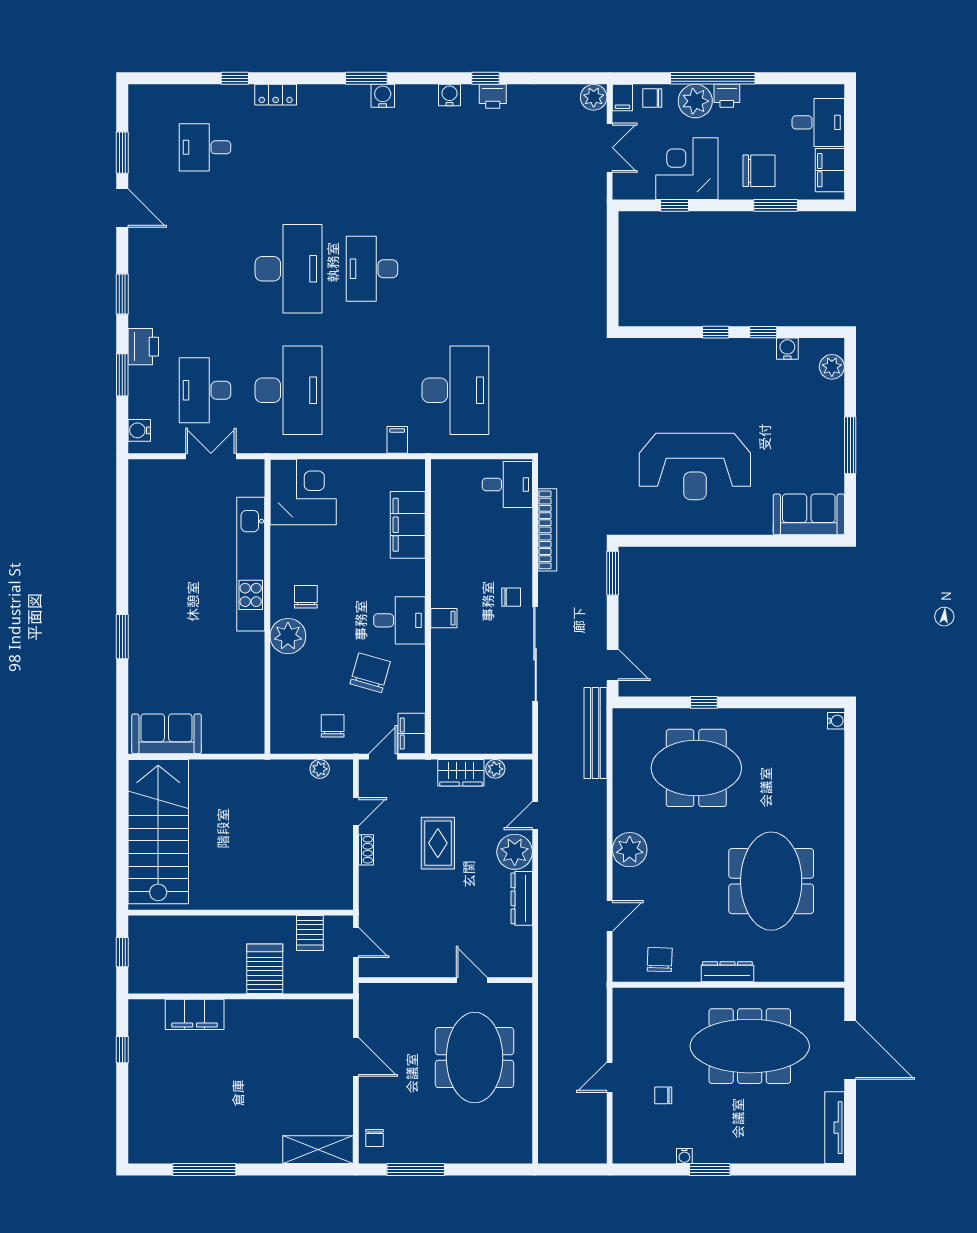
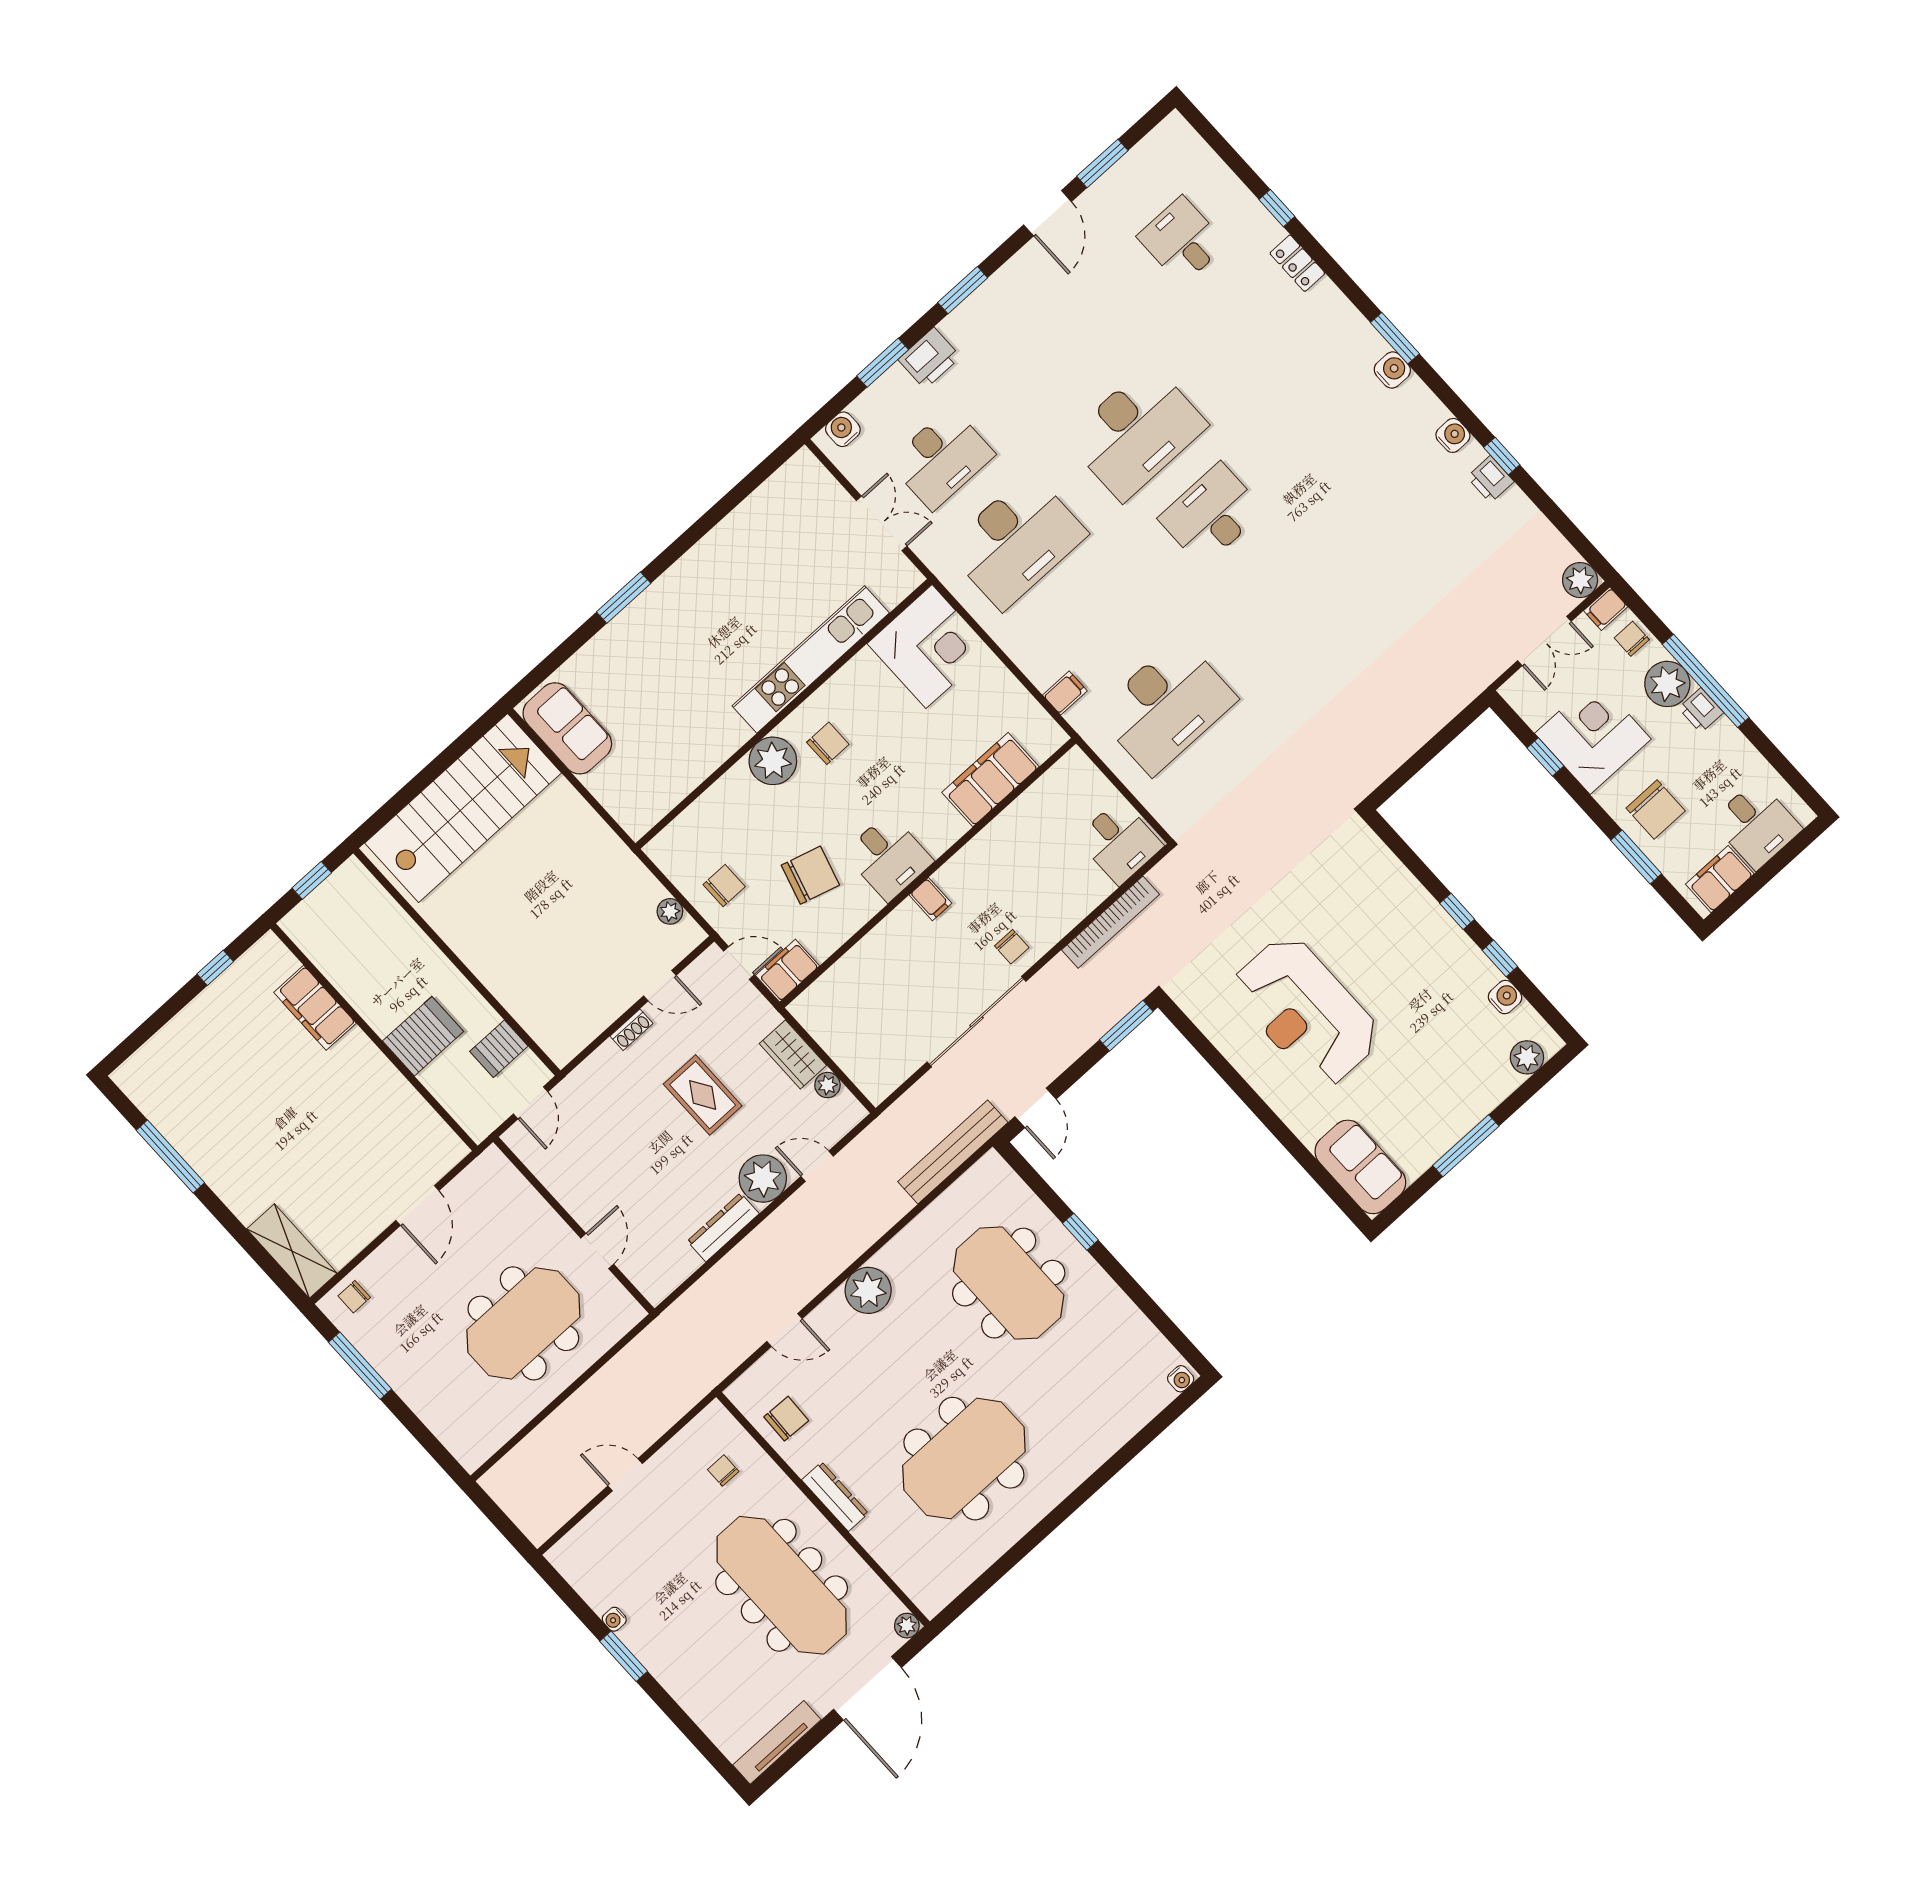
desk: (205, 390) -> (942, 458), turned 180
rug: (438, 843) -> (703, 1095), turned 90
plant: (835, 997) -> (907, 1626), added
chair: (663, 1095) -> (723, 1470), moved

